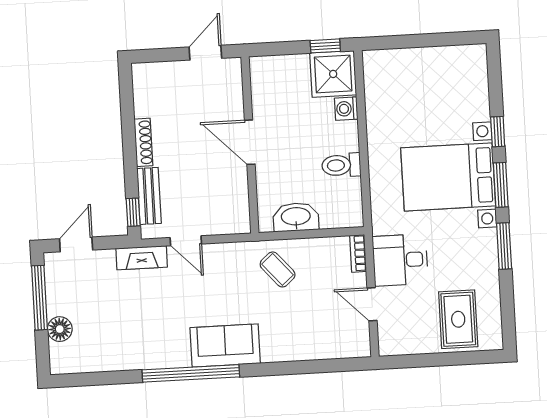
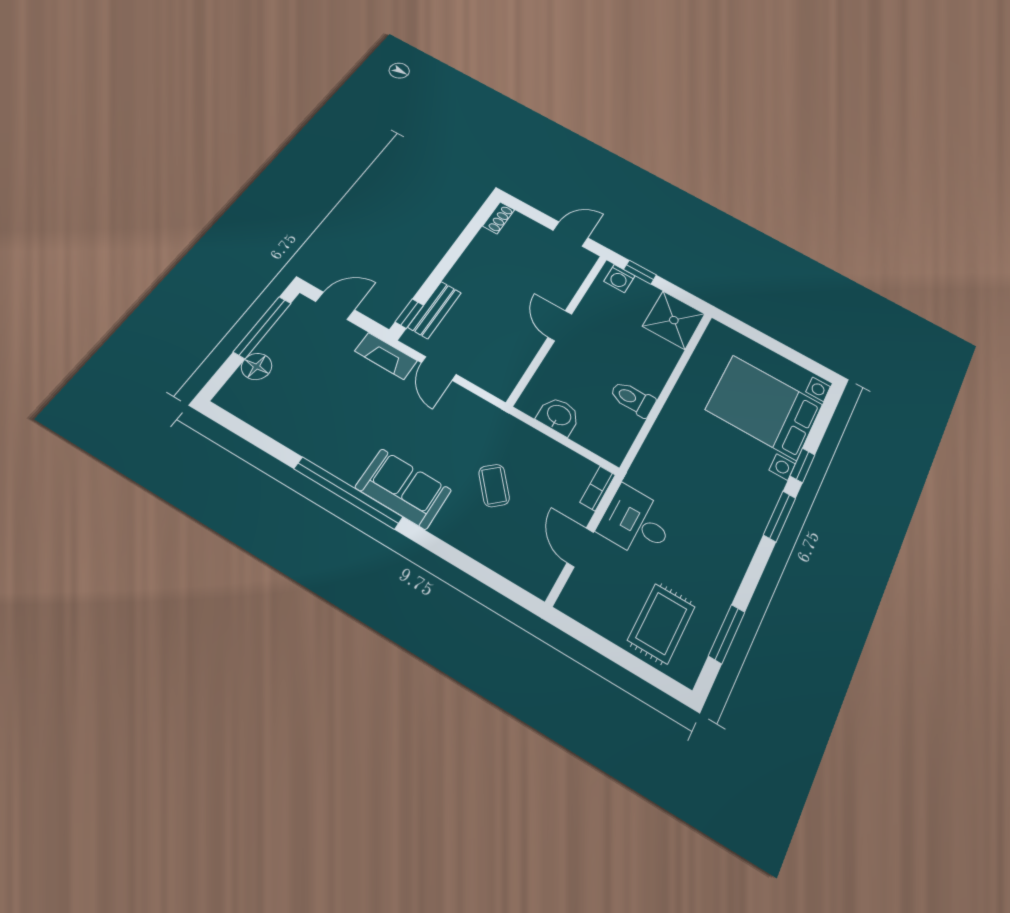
window: (325, 46) -> (640, 272), moved
washing machine: (346, 109) -> (619, 279), moved, turned -90
shoe rack: (143, 142) -> (499, 218), moved, width x0.70
door: (250, 142) -> (560, 326), width x0.73
bed with nightstands: (448, 177) -> (764, 407), moved
washbasin: (296, 217) -> (559, 416), width x0.72
window: (504, 246) -> (727, 634), moved
coffee table: (278, 269) -> (494, 486), moved

